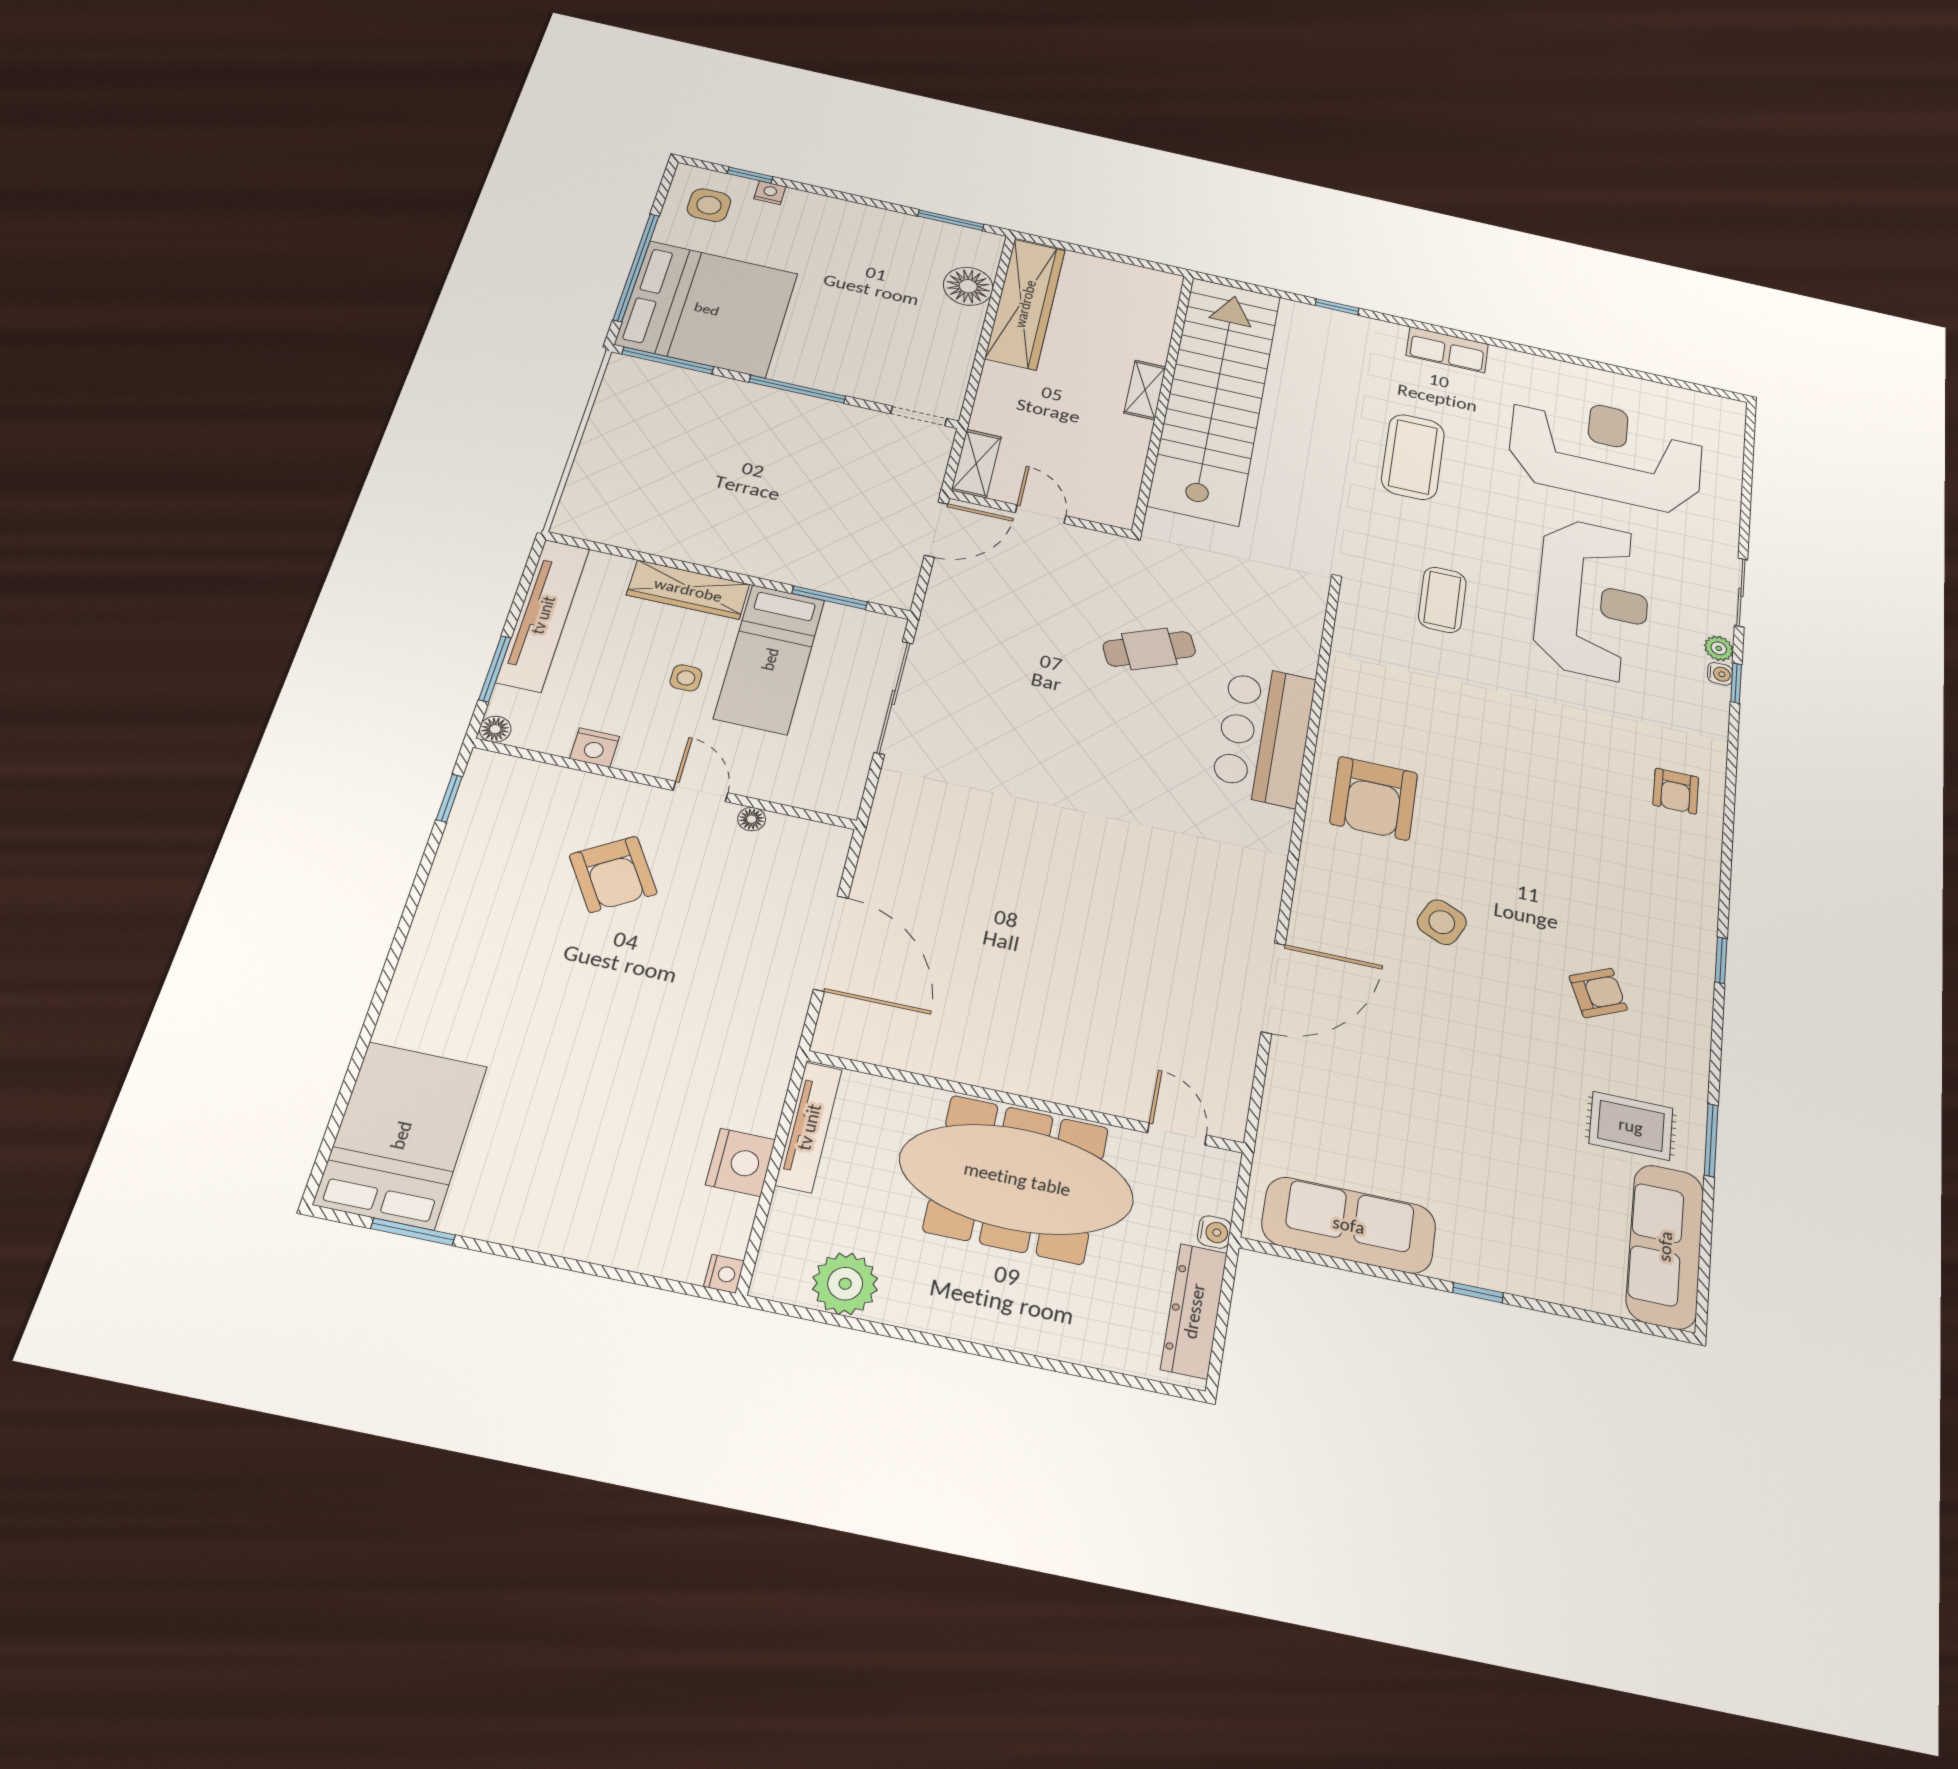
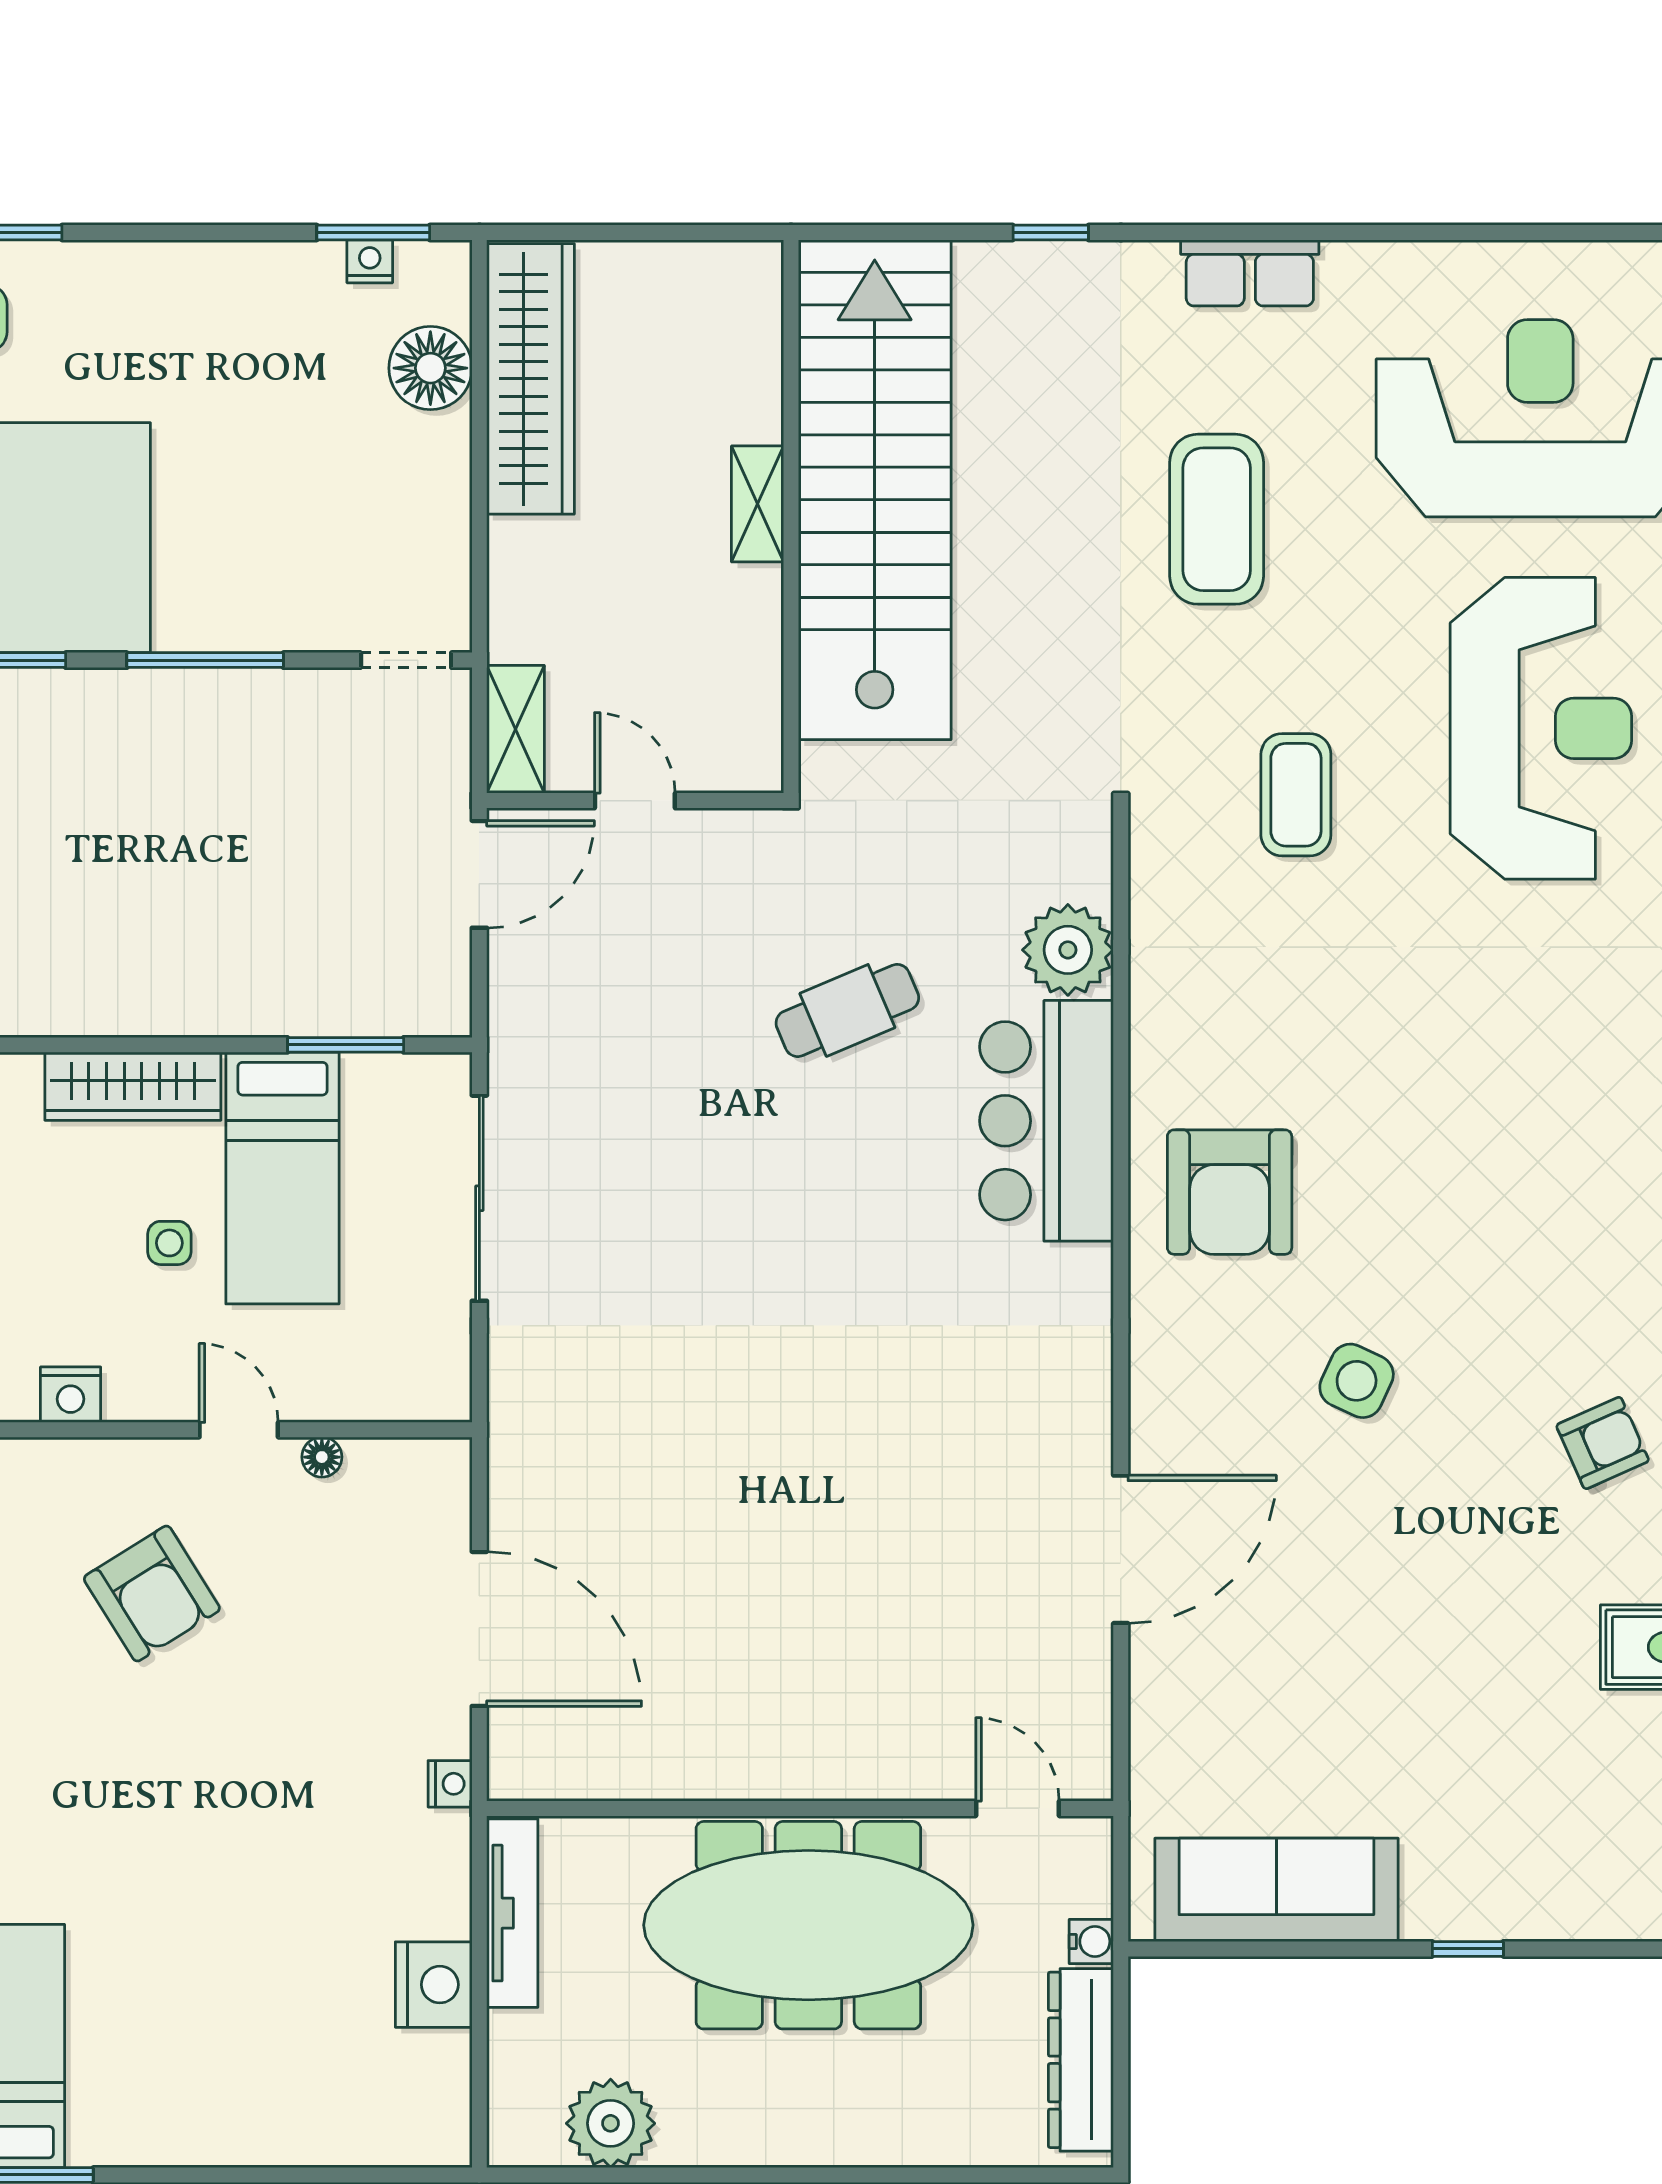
nightstand: (770, 193) -> (370, 261), moved
plant: (1292, 648) -> (1068, 950), added
nightstand: (724, 1274) -> (450, 1784), moved

